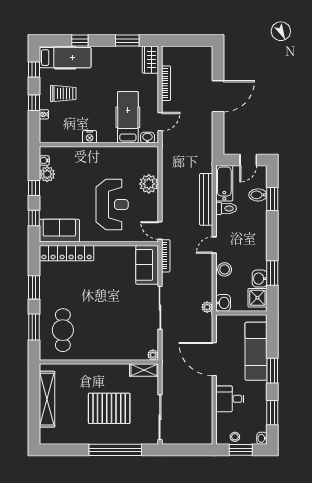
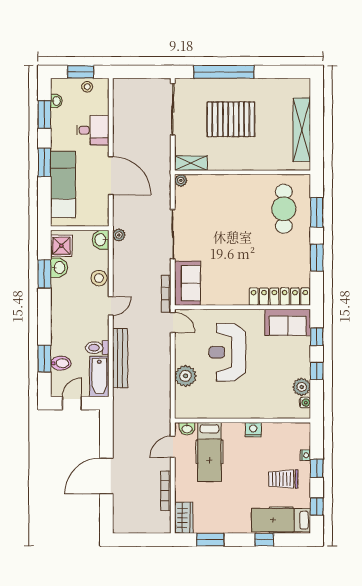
washbasin: (262, 438) -> (56, 101), moved

